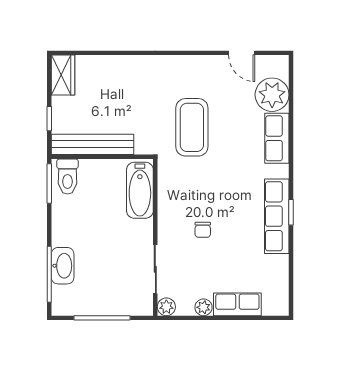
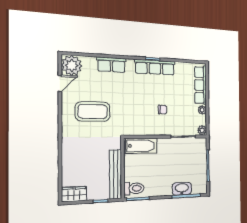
plant: (272, 95) -> (72, 65), moved
coffee table: (192, 127) -> (93, 111), moved
row of seats: (237, 304) -> (200, 85), width x1.48

